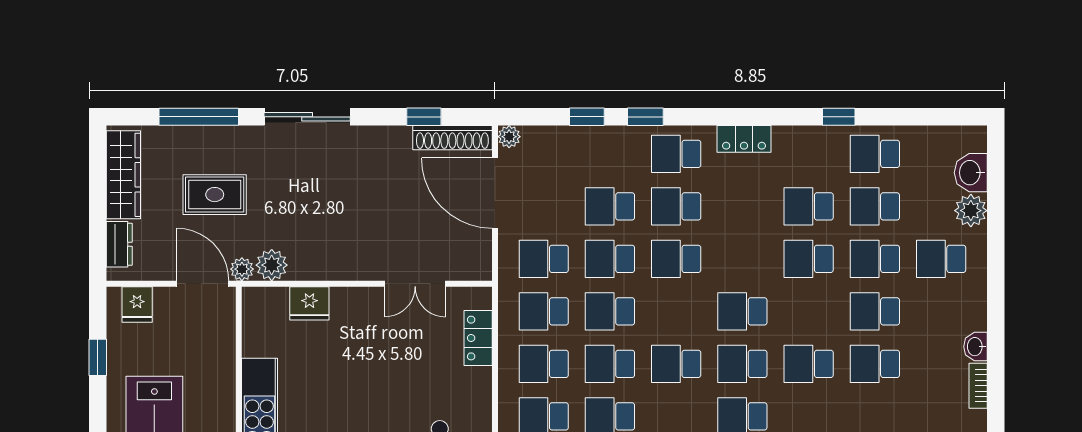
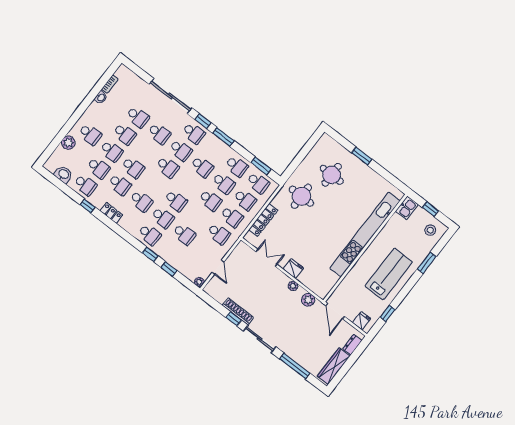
window: (424, 117) -> (234, 319), moved
shoe rack: (452, 138) -> (238, 311), moved
locker: (744, 139) -> (111, 213), moved
washbasin: (971, 173) -> (63, 174), moved, turned -90
door: (495, 193) -> (218, 267), width x0.53
rug: (215, 195) -> (309, 337), removed
school desk: (610, 259) -> (141, 201), moved
plant: (242, 269) -> (293, 286), moved
fridge: (309, 303) -> (293, 268), moved
locker: (478, 338) -> (263, 220), width x1.53

